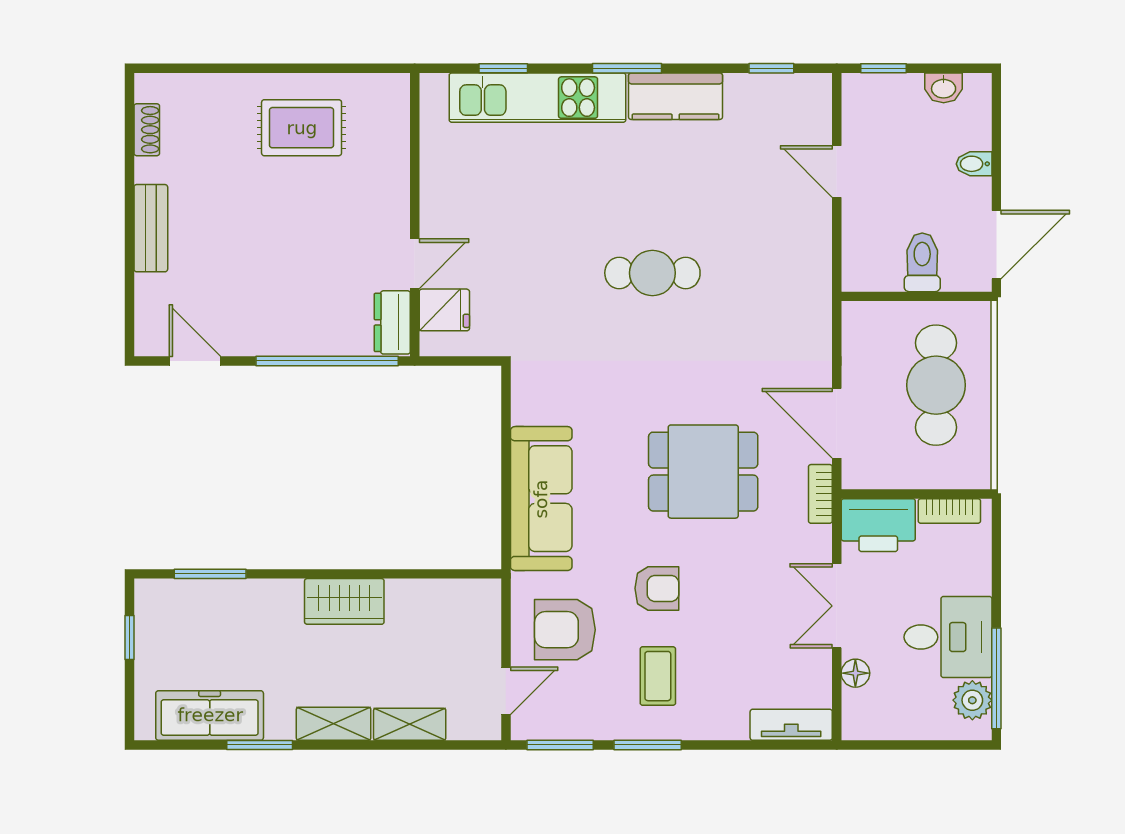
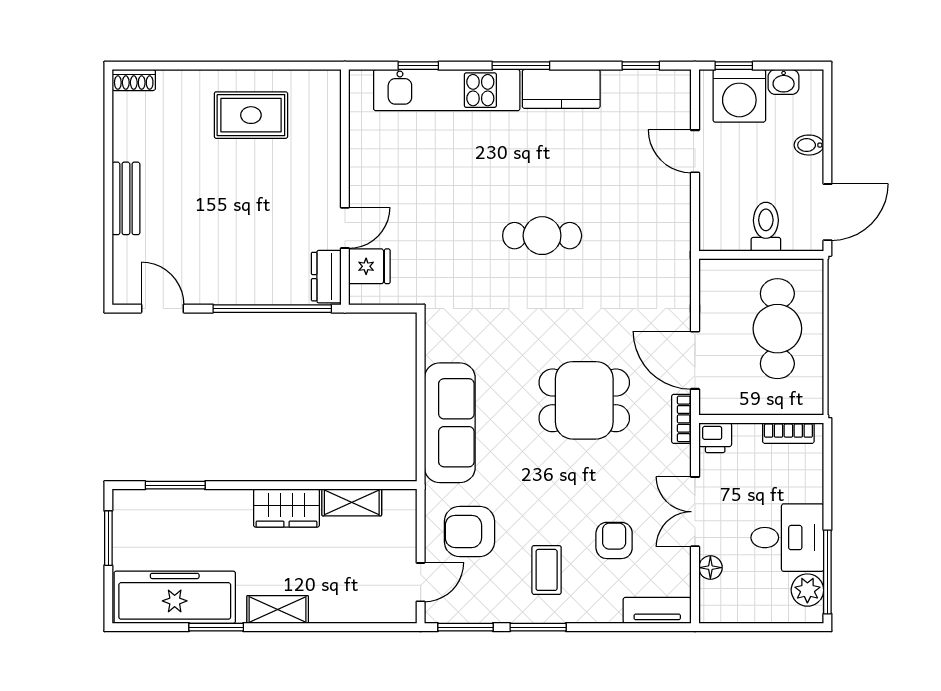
washing machine: (890, 104) -> (739, 96), added
shoe rack: (147, 130) -> (134, 80), moved, turned 90
printer: (878, 525) -> (715, 438), width x0.53, depth x0.68
armchair: (657, 588) -> (614, 540), moved, turned -90
window: (130, 638) -> (108, 538), width x1.50
freezer: (210, 715) -> (175, 597), width x1.36, depth x1.26
shelving: (410, 724) -> (352, 502), moved

